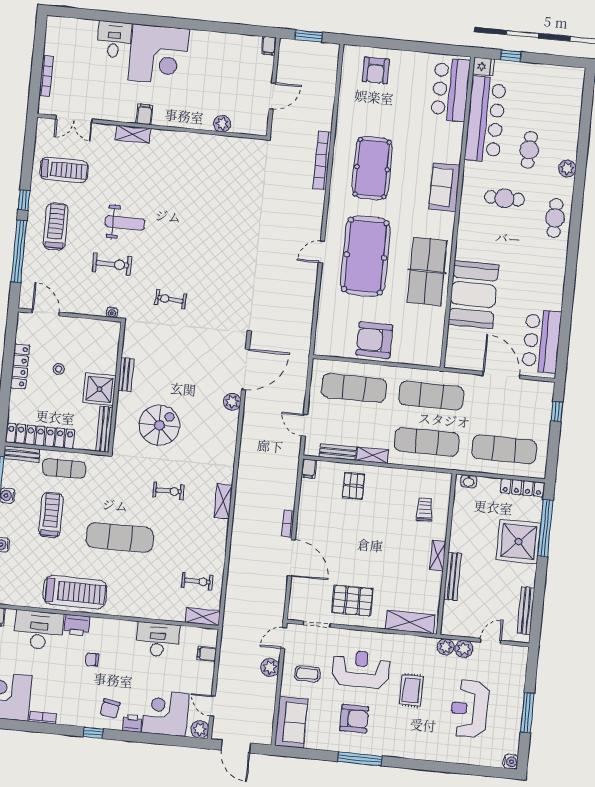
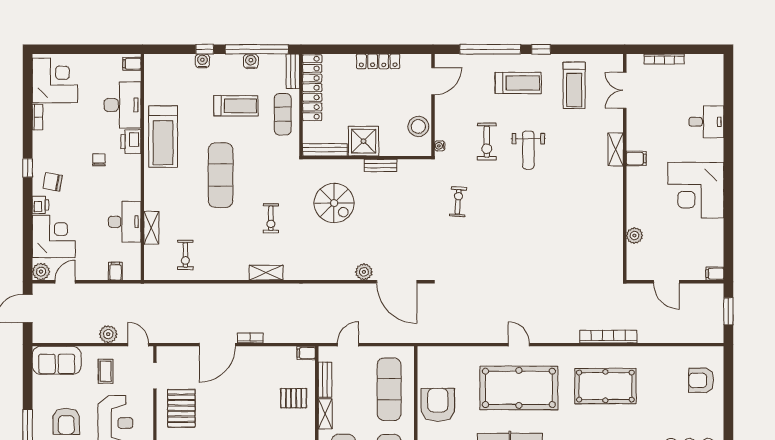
corner desk: (159, 55) -> (696, 190), moved
stool: (59, 369) -> (418, 127), moved, width x1.89, depth x1.89
shelving: (203, 617) -> (151, 228), moved

